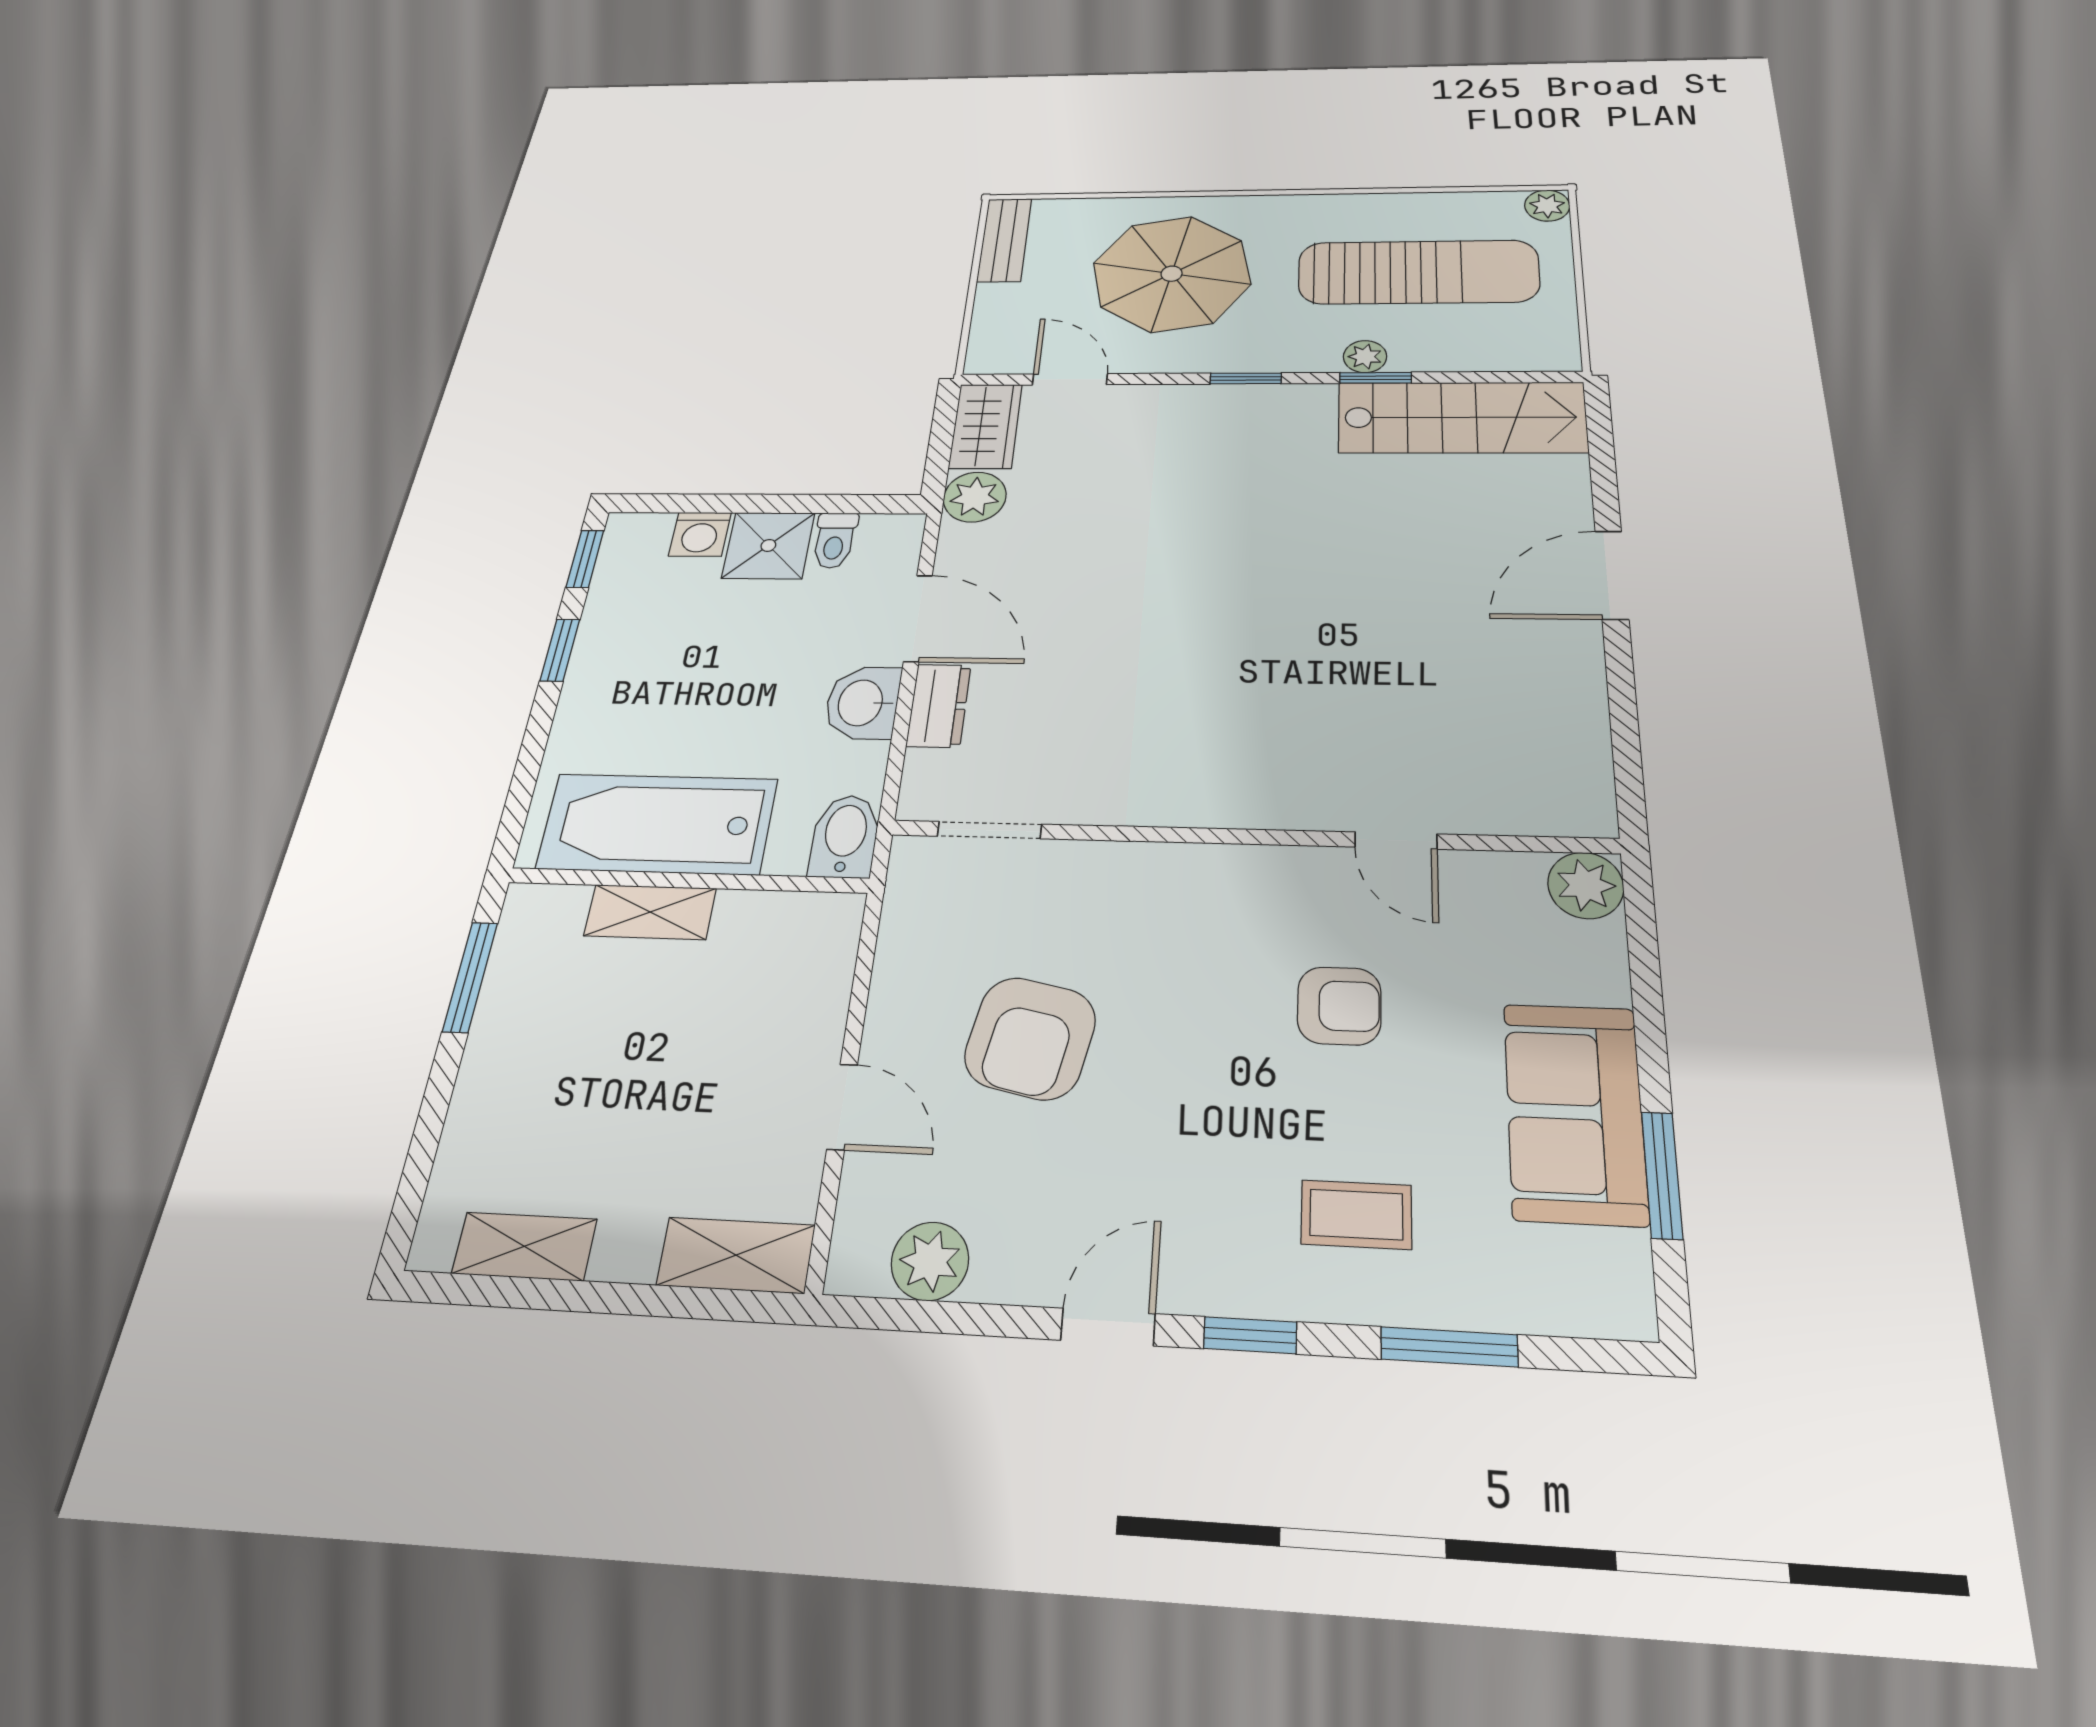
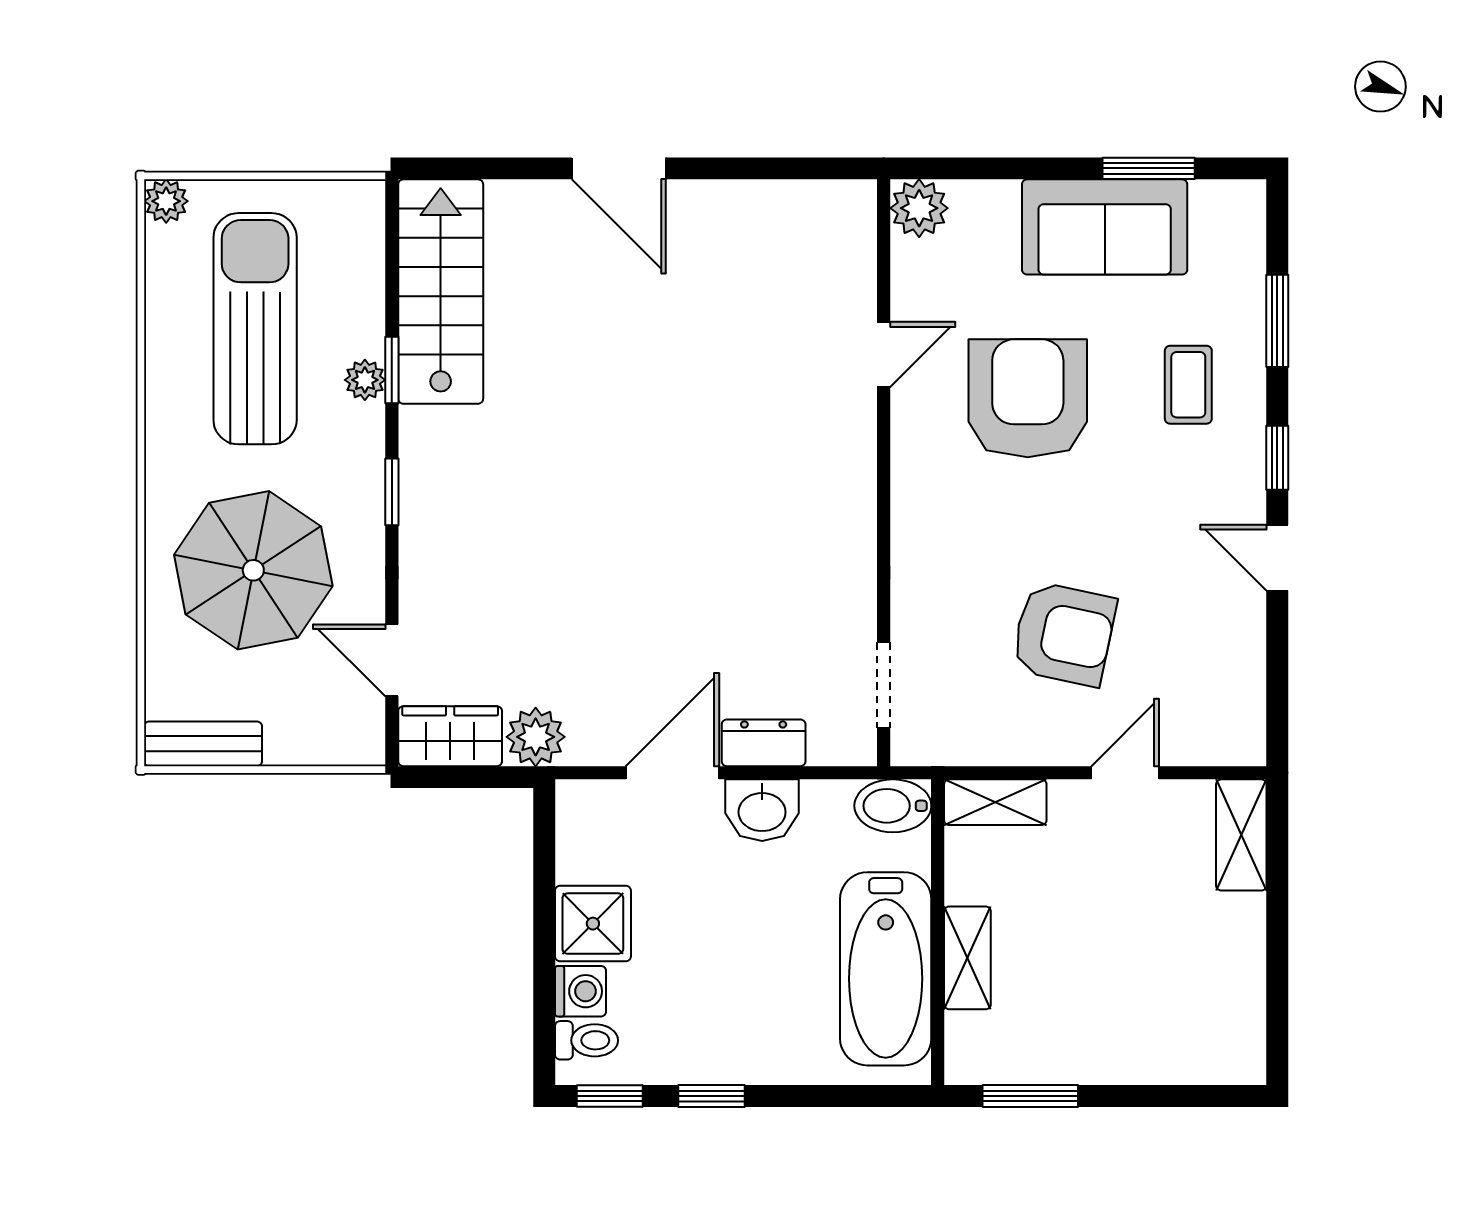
door: (1070, 379) -> (392, 660), hinge flipped
toilet: (835, 540) -> (587, 1040), moved
armchair: (1339, 1006) -> (1028, 398), width x1.88, depth x1.88
shelving: (524, 1246) -> (995, 802), moved, turned 90
plant: (930, 1261) -> (1238, 690), removed

